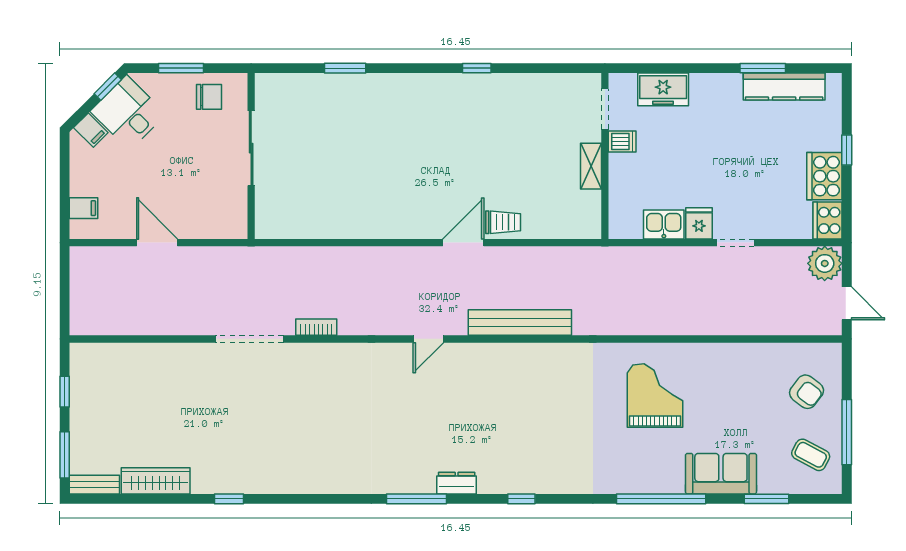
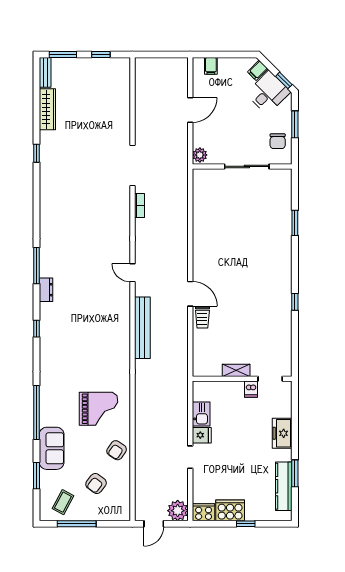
freezer: (663, 89) -> (282, 433), moved
plant: (232, 227) -> (200, 155), added
armchair: (724, 365) -> (117, 450), added
armchair: (807, 392) -> (96, 484), moved

